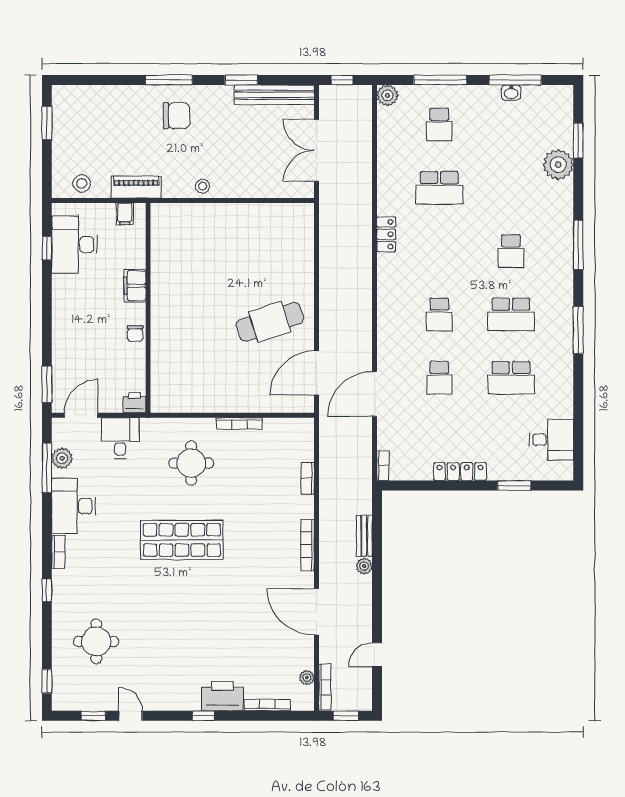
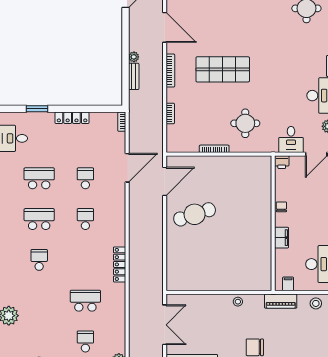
locker: (386, 234) -> (120, 264), width x1.53
shop shelf: (182, 540) -> (223, 69), moved

